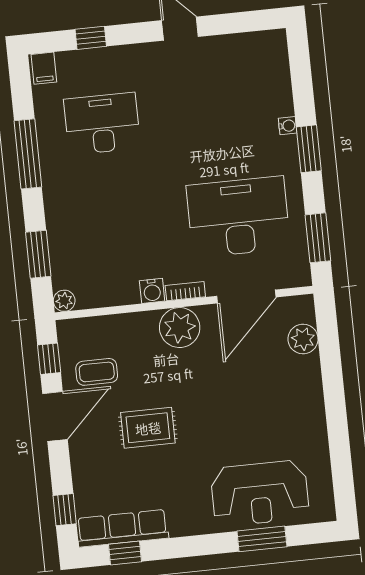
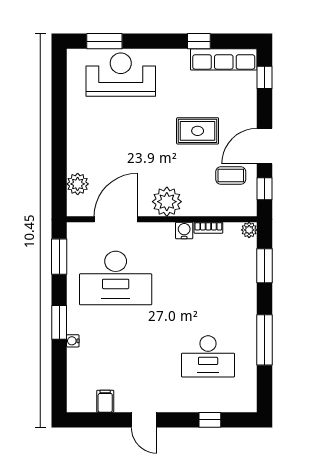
filing cabinet: (44, 68) -> (105, 401), moved
bookcase: (185, 291) -> (208, 228), moved
window: (262, 539) -> (104, 41), moved
window: (125, 553) -> (199, 41), moved

